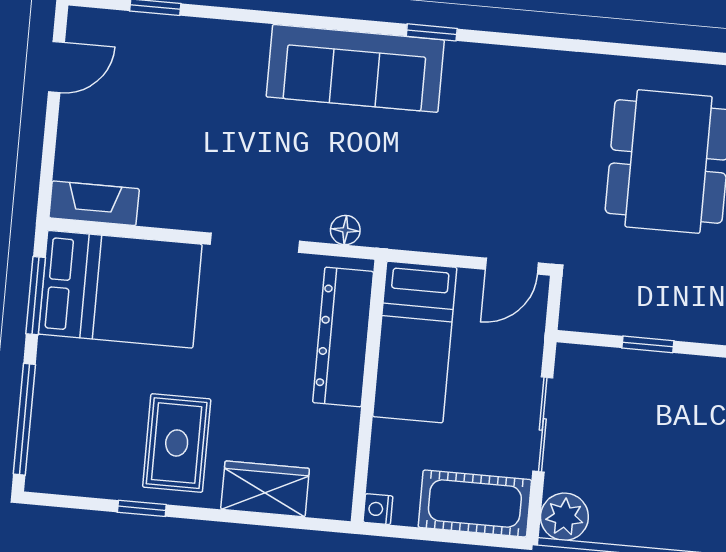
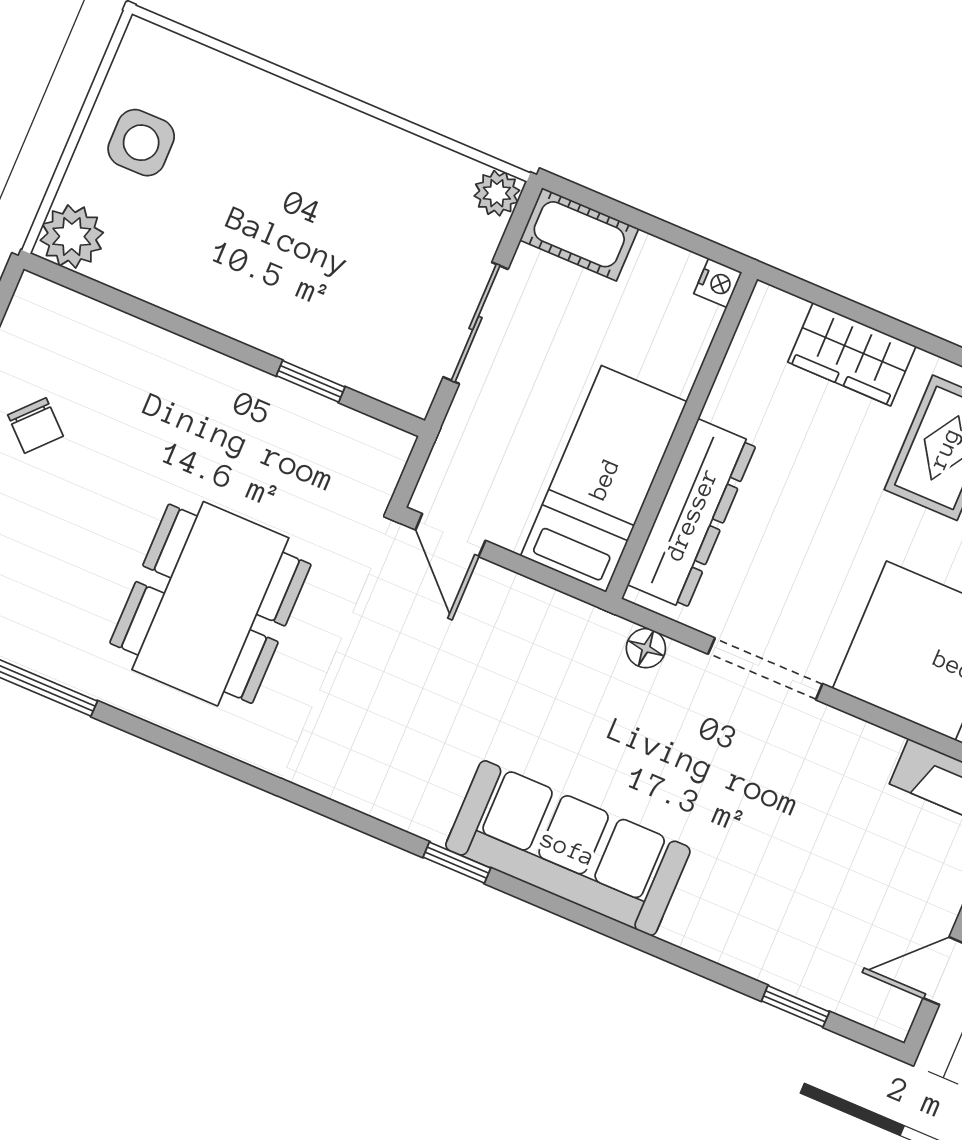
door: (512, 266) -> (450, 535), swing flipped
cot: (475, 504) -> (579, 234), width x0.73, depth x0.75
plant: (564, 517) -> (497, 193), width x0.73, depth x0.73

